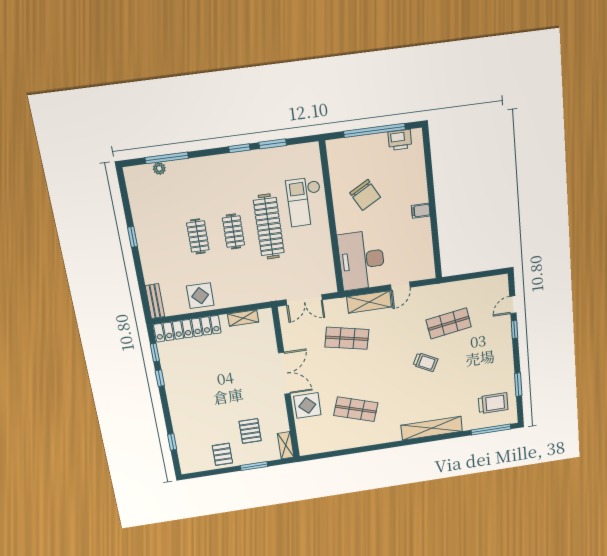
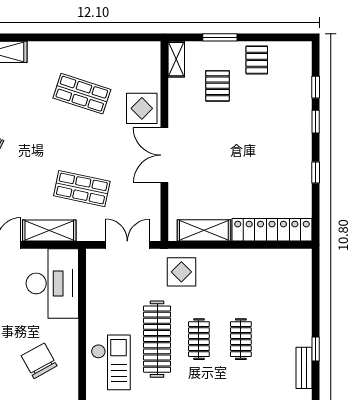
display table: (200, 296) -> (181, 272), moved
bench: (155, 301) -> (304, 368), moved
shelving: (243, 318) -> (204, 230), width x1.50, depth x1.33
window: (155, 352) -> (316, 122), moved

